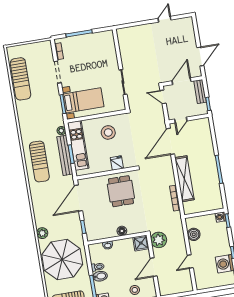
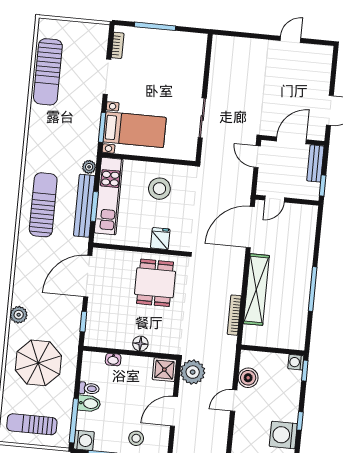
sun lounger: (39, 161) -> (43, 205), turned 180
parasol: (62, 260) -> (38, 363), width x0.73, depth x0.73
door: (190, 262) -> (234, 400), moved

